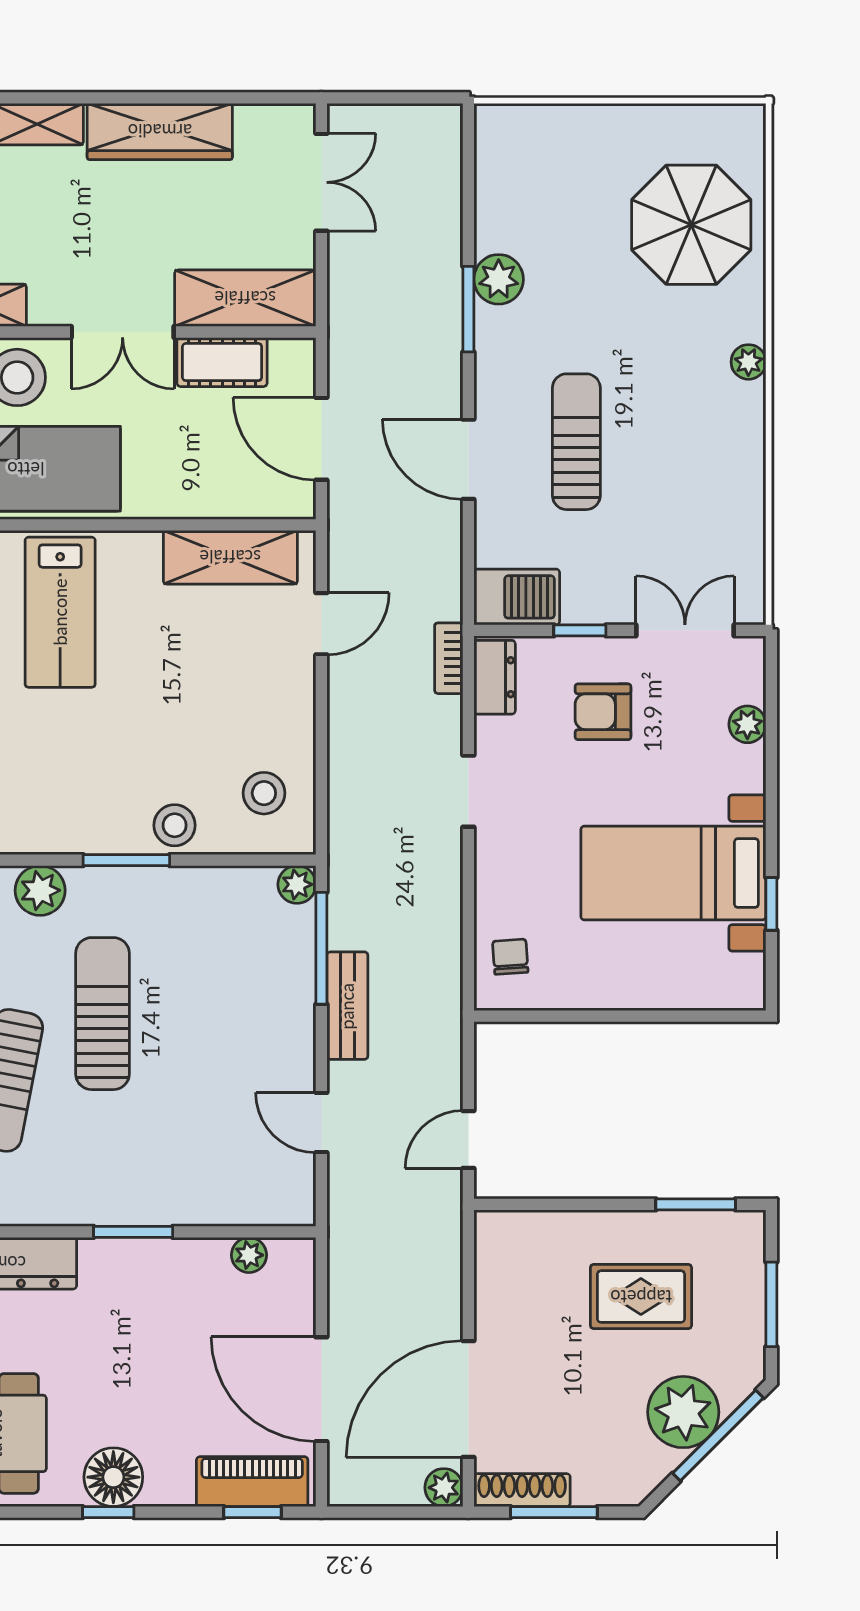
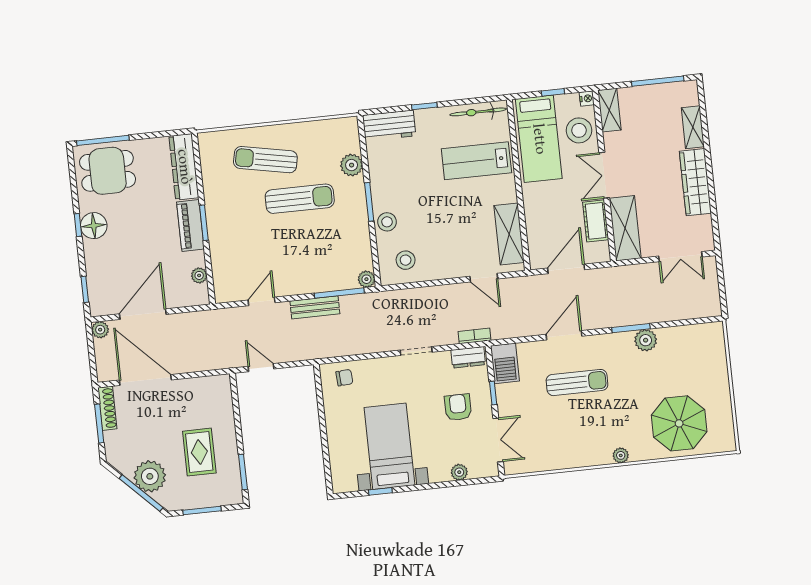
piano: (252, 1482) -> (190, 225), moved, turned 180
plant: (444, 1488) -> (100, 330), moved

